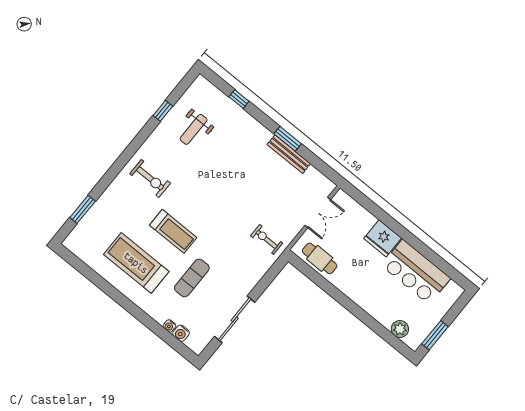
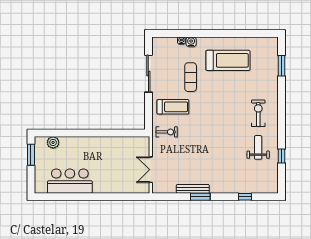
weight bench: (194, 129) -> (258, 147), moved
exercise bike: (150, 178) -> (258, 113), turned 90
treadmill: (173, 231) -> (173, 107), moved, turned 180
fridge: (383, 238) -> (103, 185), removed
cafe table: (320, 258) -> (129, 145), removed
water cooler: (181, 333) -> (191, 42), moved

